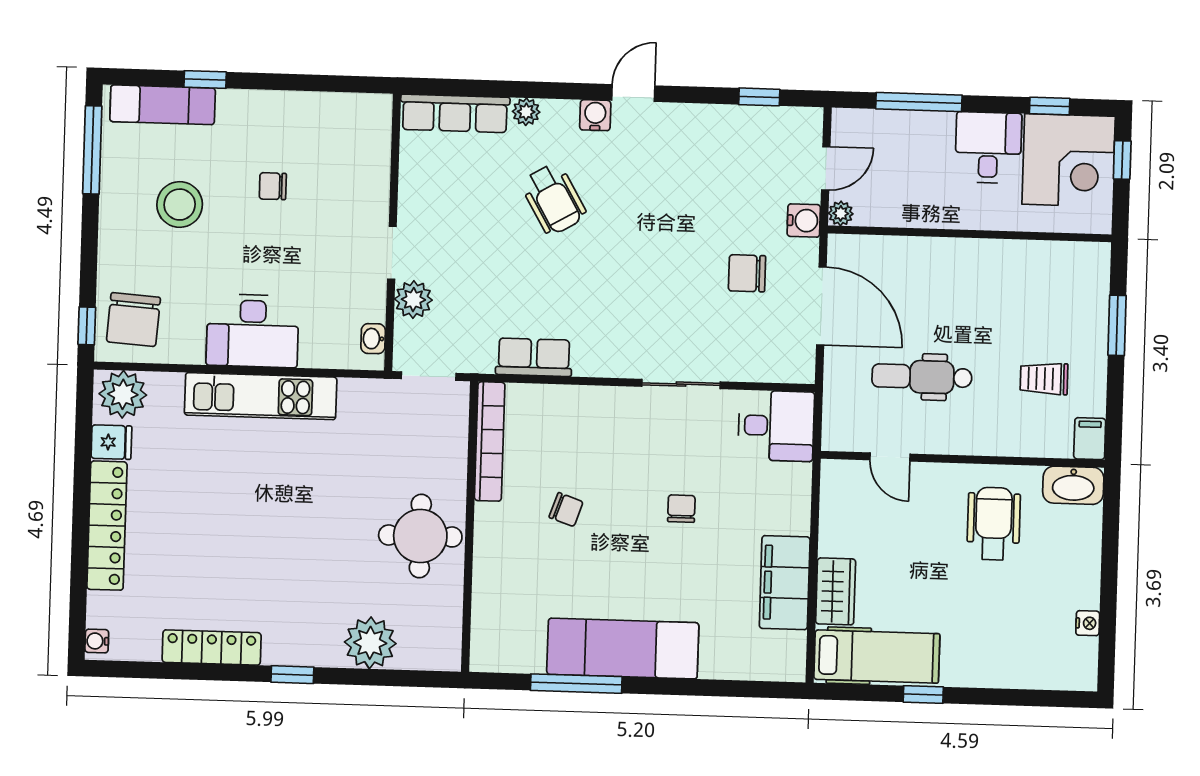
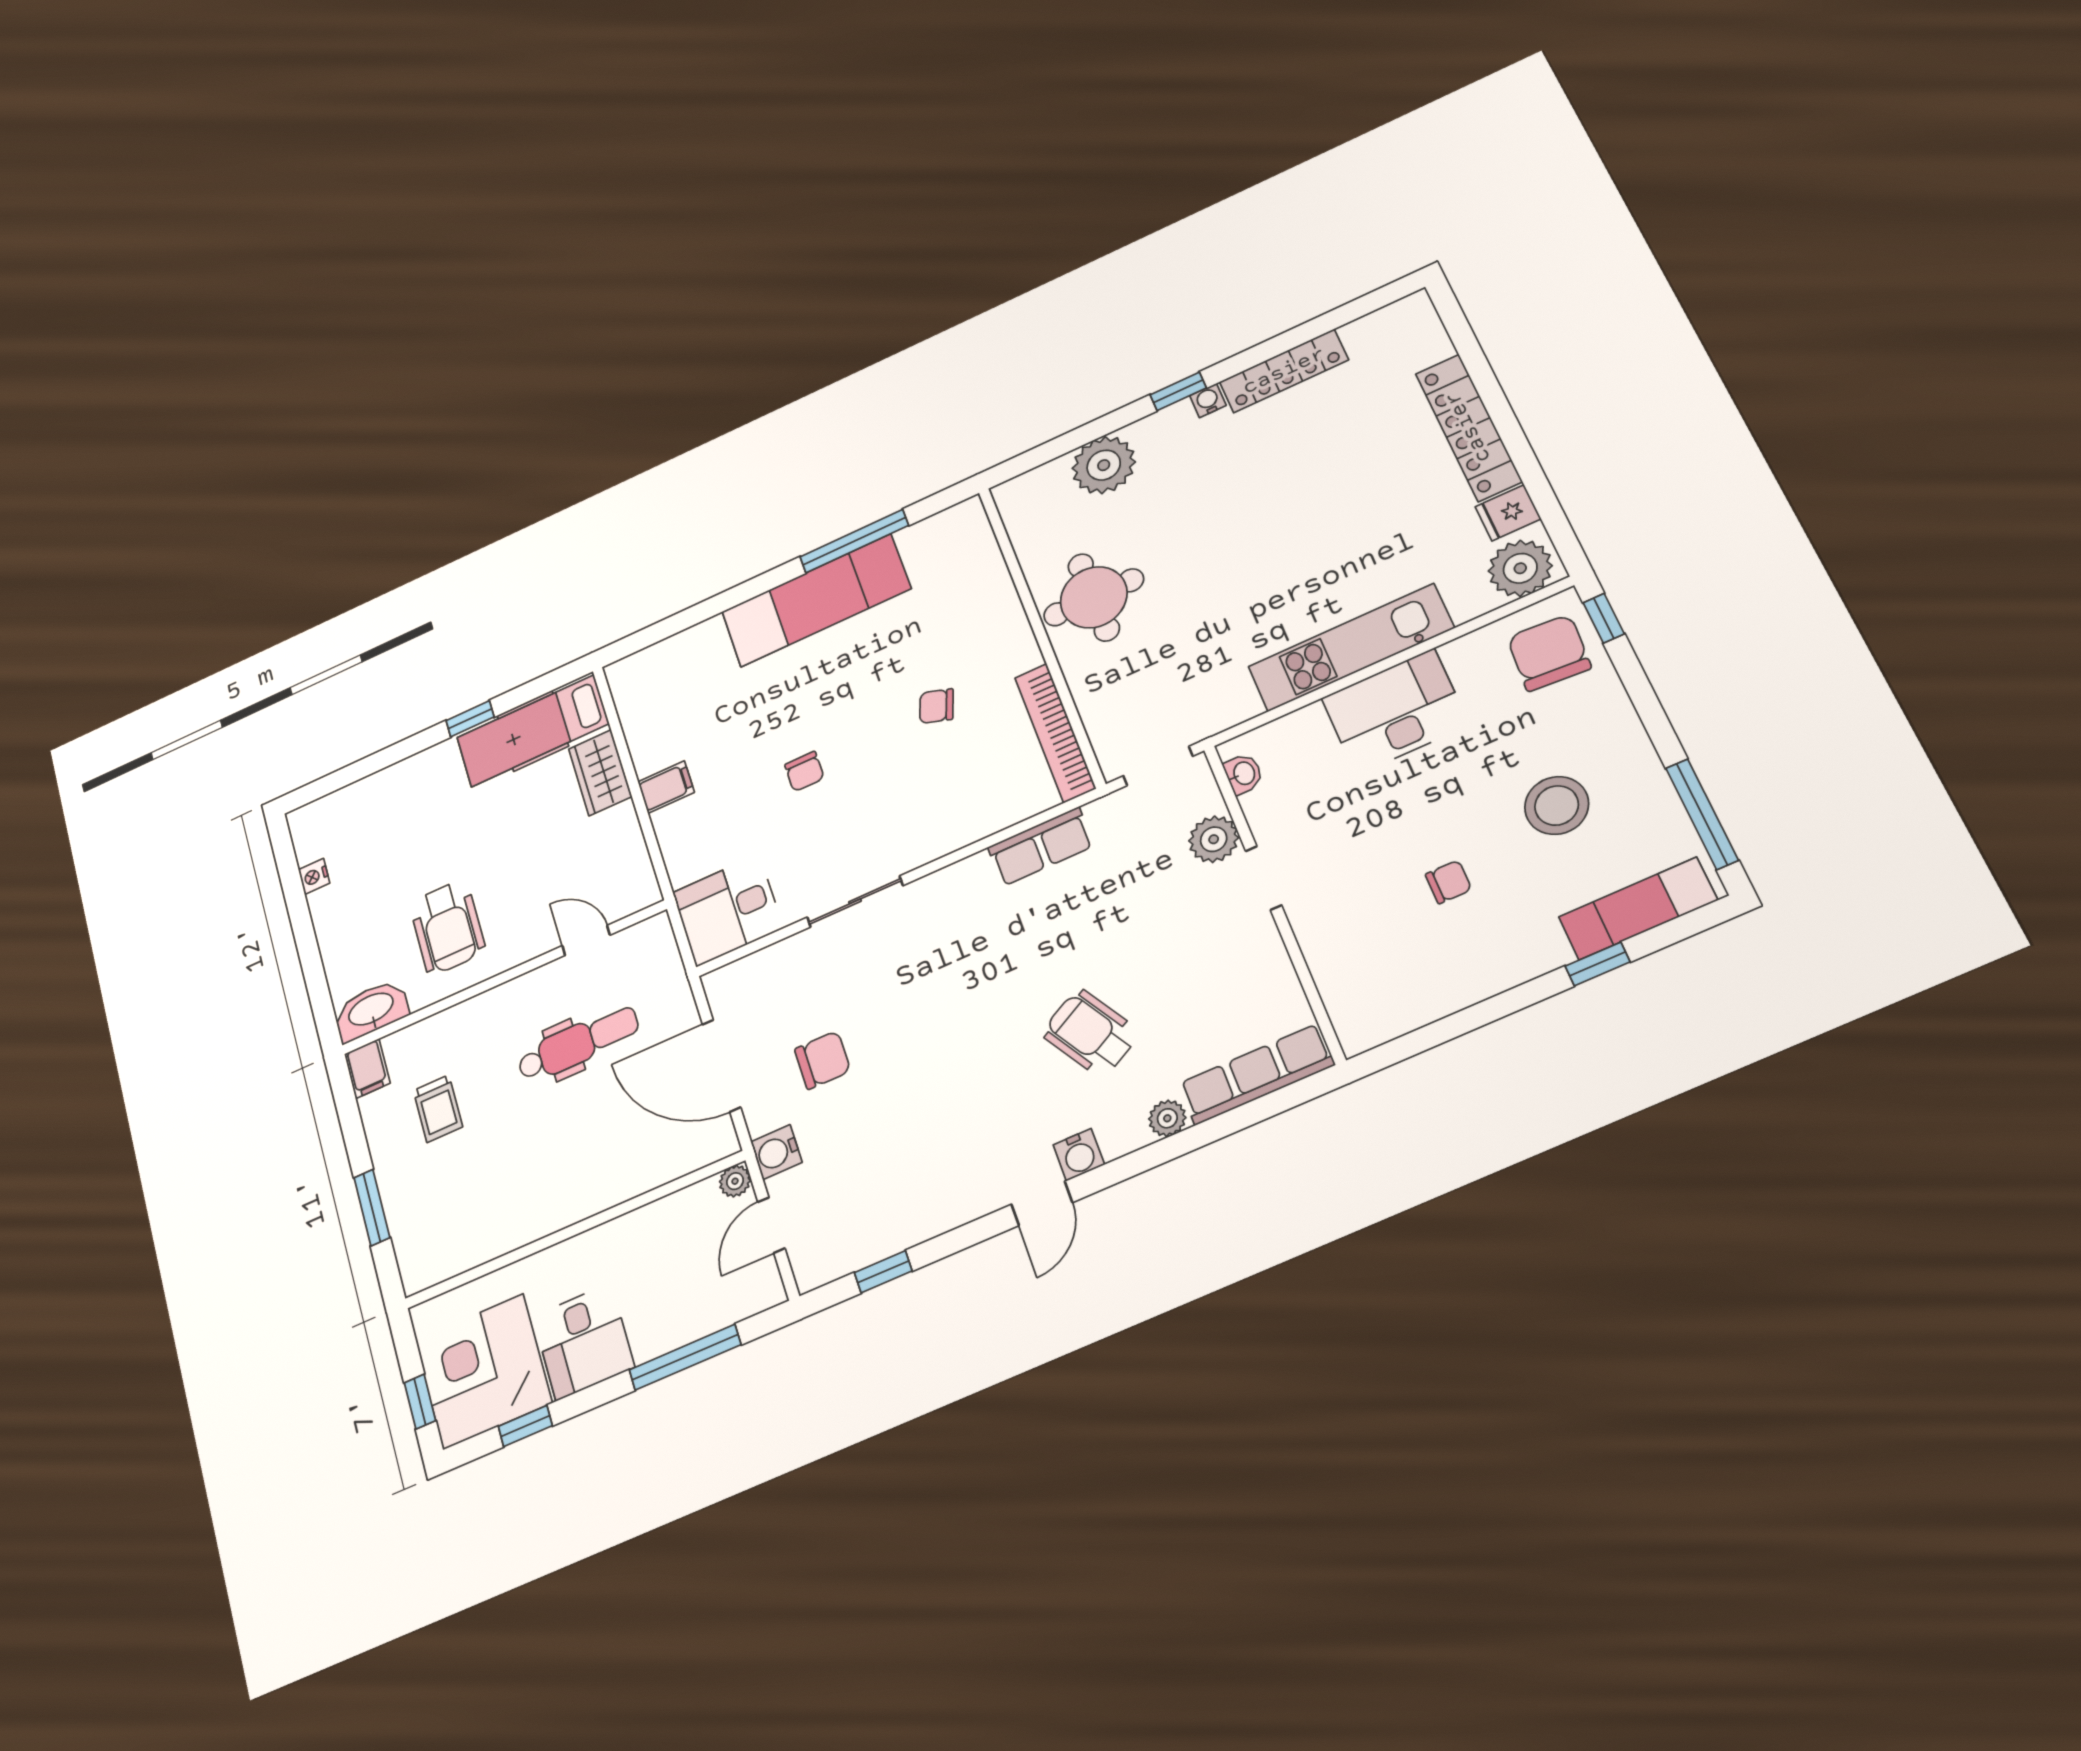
trolley: (1044, 379) -> (438, 1109), turned 90
filing cabinet: (785, 583) -> (666, 787), width x0.33, depth x0.86
water cooler: (97, 641) -> (1208, 400), moved, turned -90

